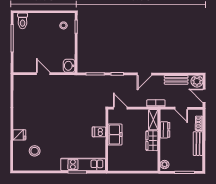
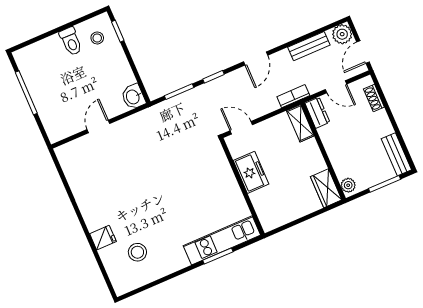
toilet: (23, 21) -> (71, 41), moved
door: (43, 74) -> (98, 127), hinge flipped
door: (204, 96) -> (363, 52), hinge flipped
dresser: (165, 130) -> (317, 113), moved
dishwasher: (99, 132) -> (224, 179), removed
wardrobe: (152, 141) -> (326, 188), moved
bench: (198, 144) -> (396, 154), moved

